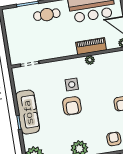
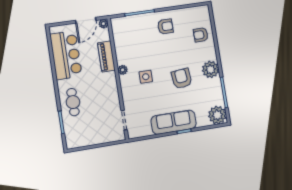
plant: (90, 60) -> (123, 70), moved
armchair: (72, 106) -> (182, 78), moved, turned -96

